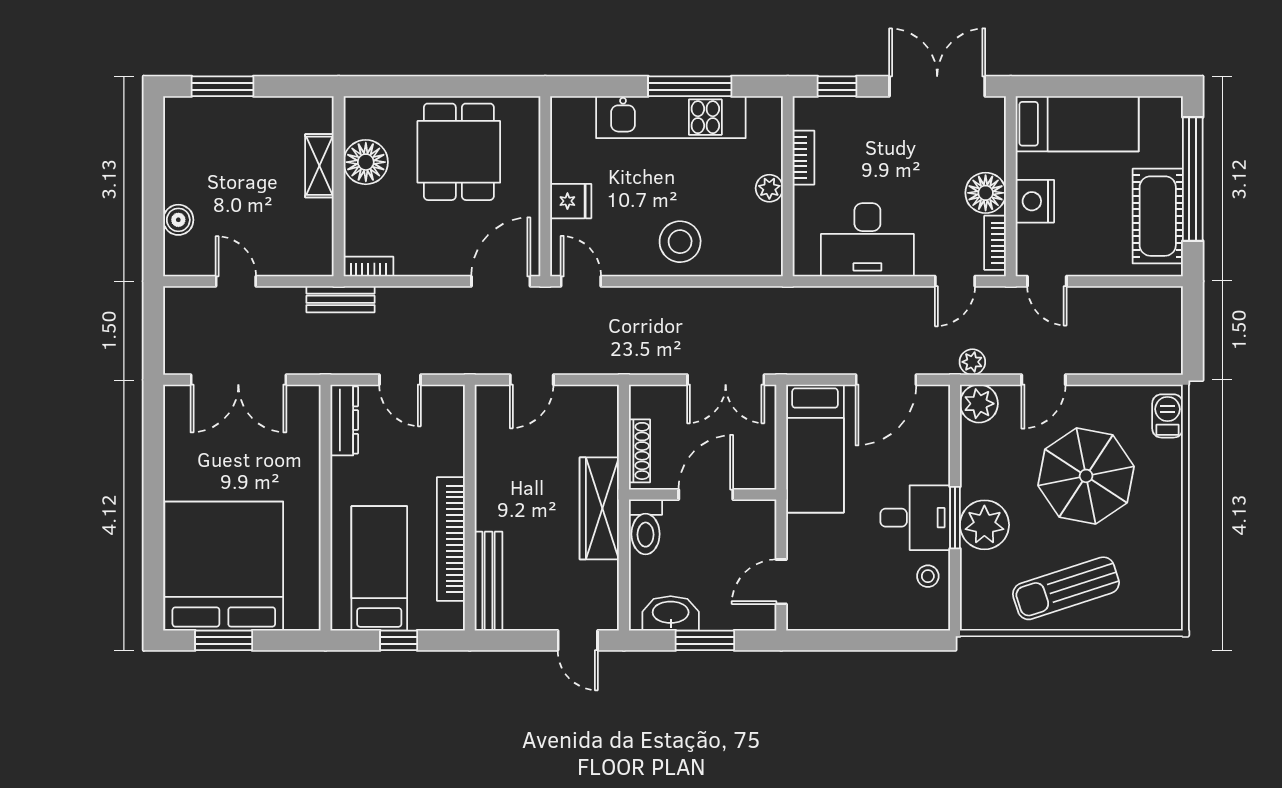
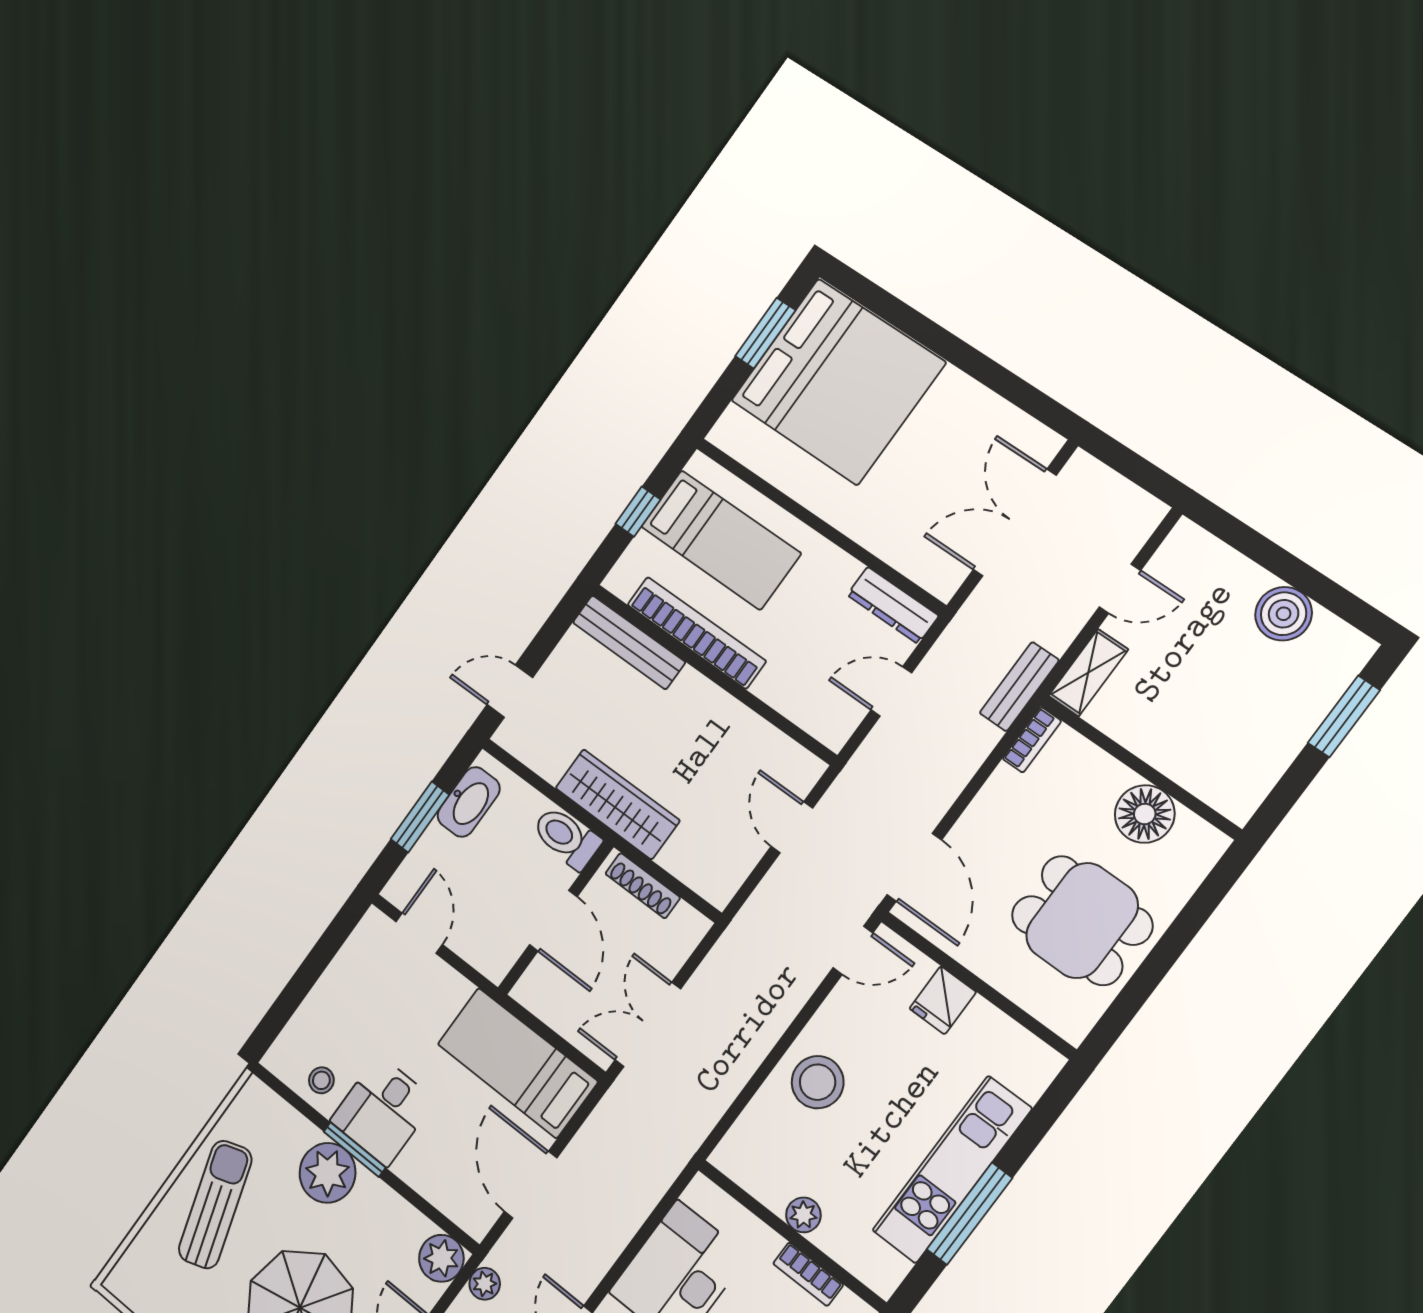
shelving: (319, 166) -> (1088, 673), moved, turned 90
boiler: (178, 220) -> (1284, 614), moved, width x1.36, depth x1.36

